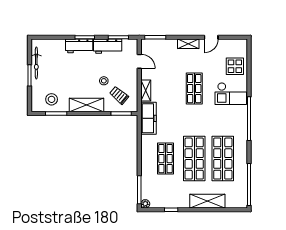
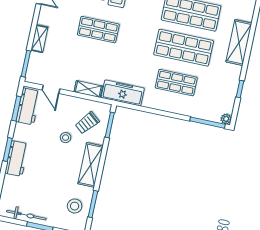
shelving: (188, 44) -> (39, 39), moved
workbench: (108, 46) -> (28, 106), moved
door: (139, 61) -> (51, 89), swing flipped

